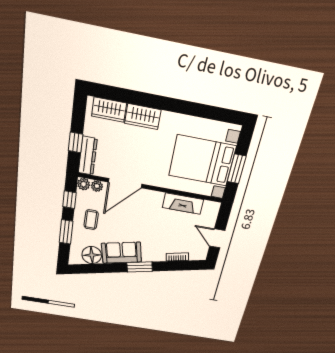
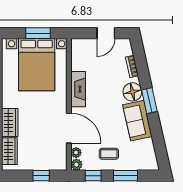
dresser: (88, 156) -> (51, 164), removed
fireplace: (183, 204) -> (78, 89), moved
floor lamp: (92, 255) -> (132, 92), moved

